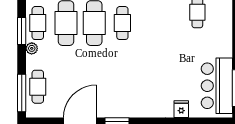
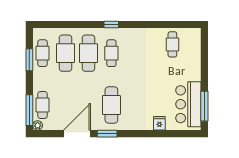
plant: (32, 48) -> (38, 125), moved
cafe table: (122, 87) -> (111, 105), added

